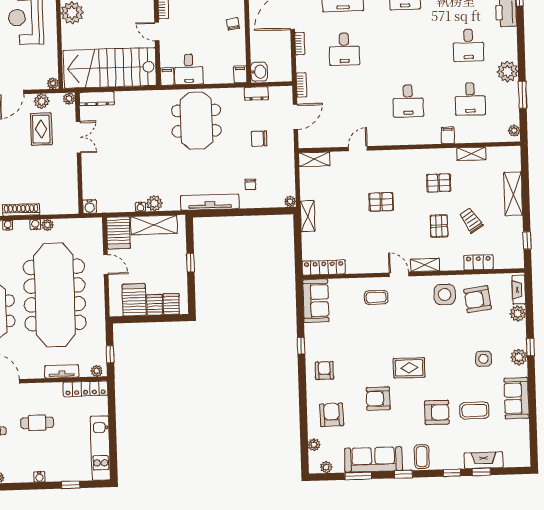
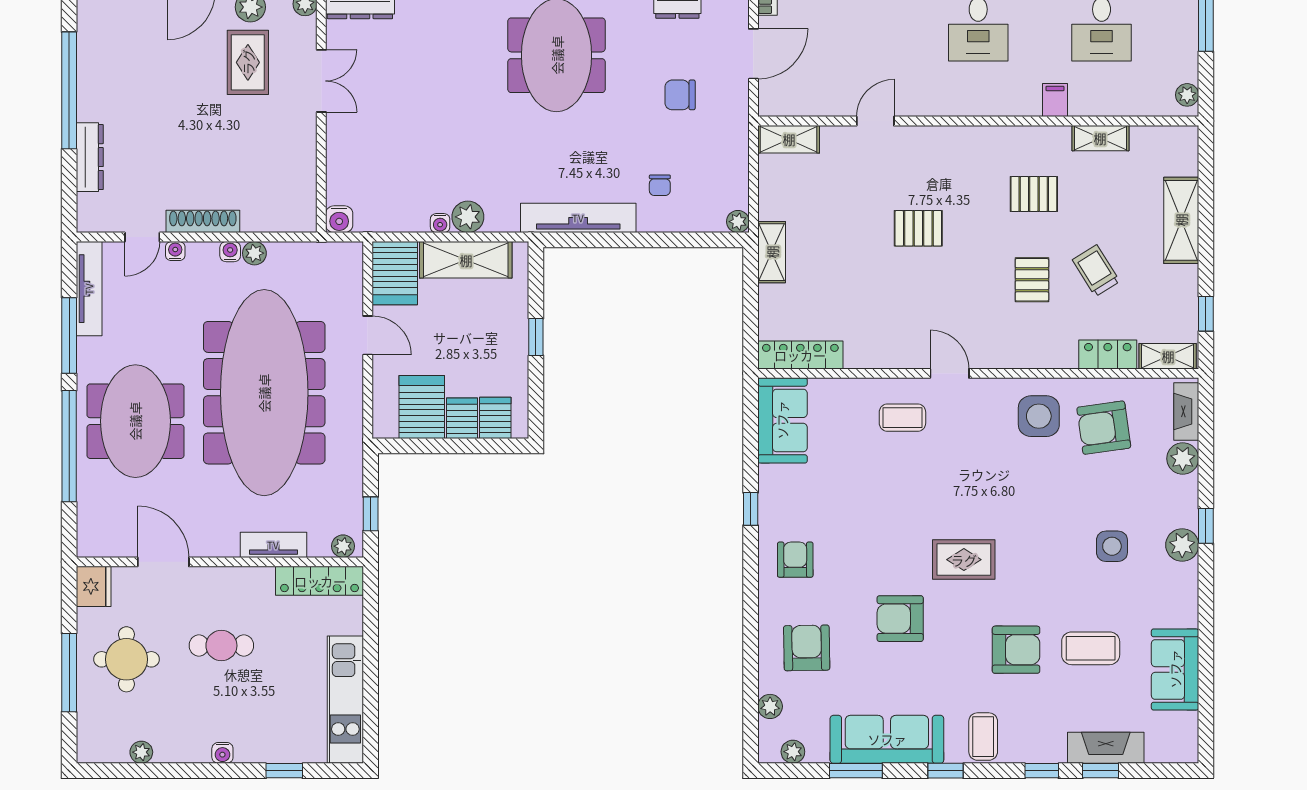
shelving: (425, 265) -> (1168, 356), moved
sofa: (516, 398) -> (1175, 669), moved

